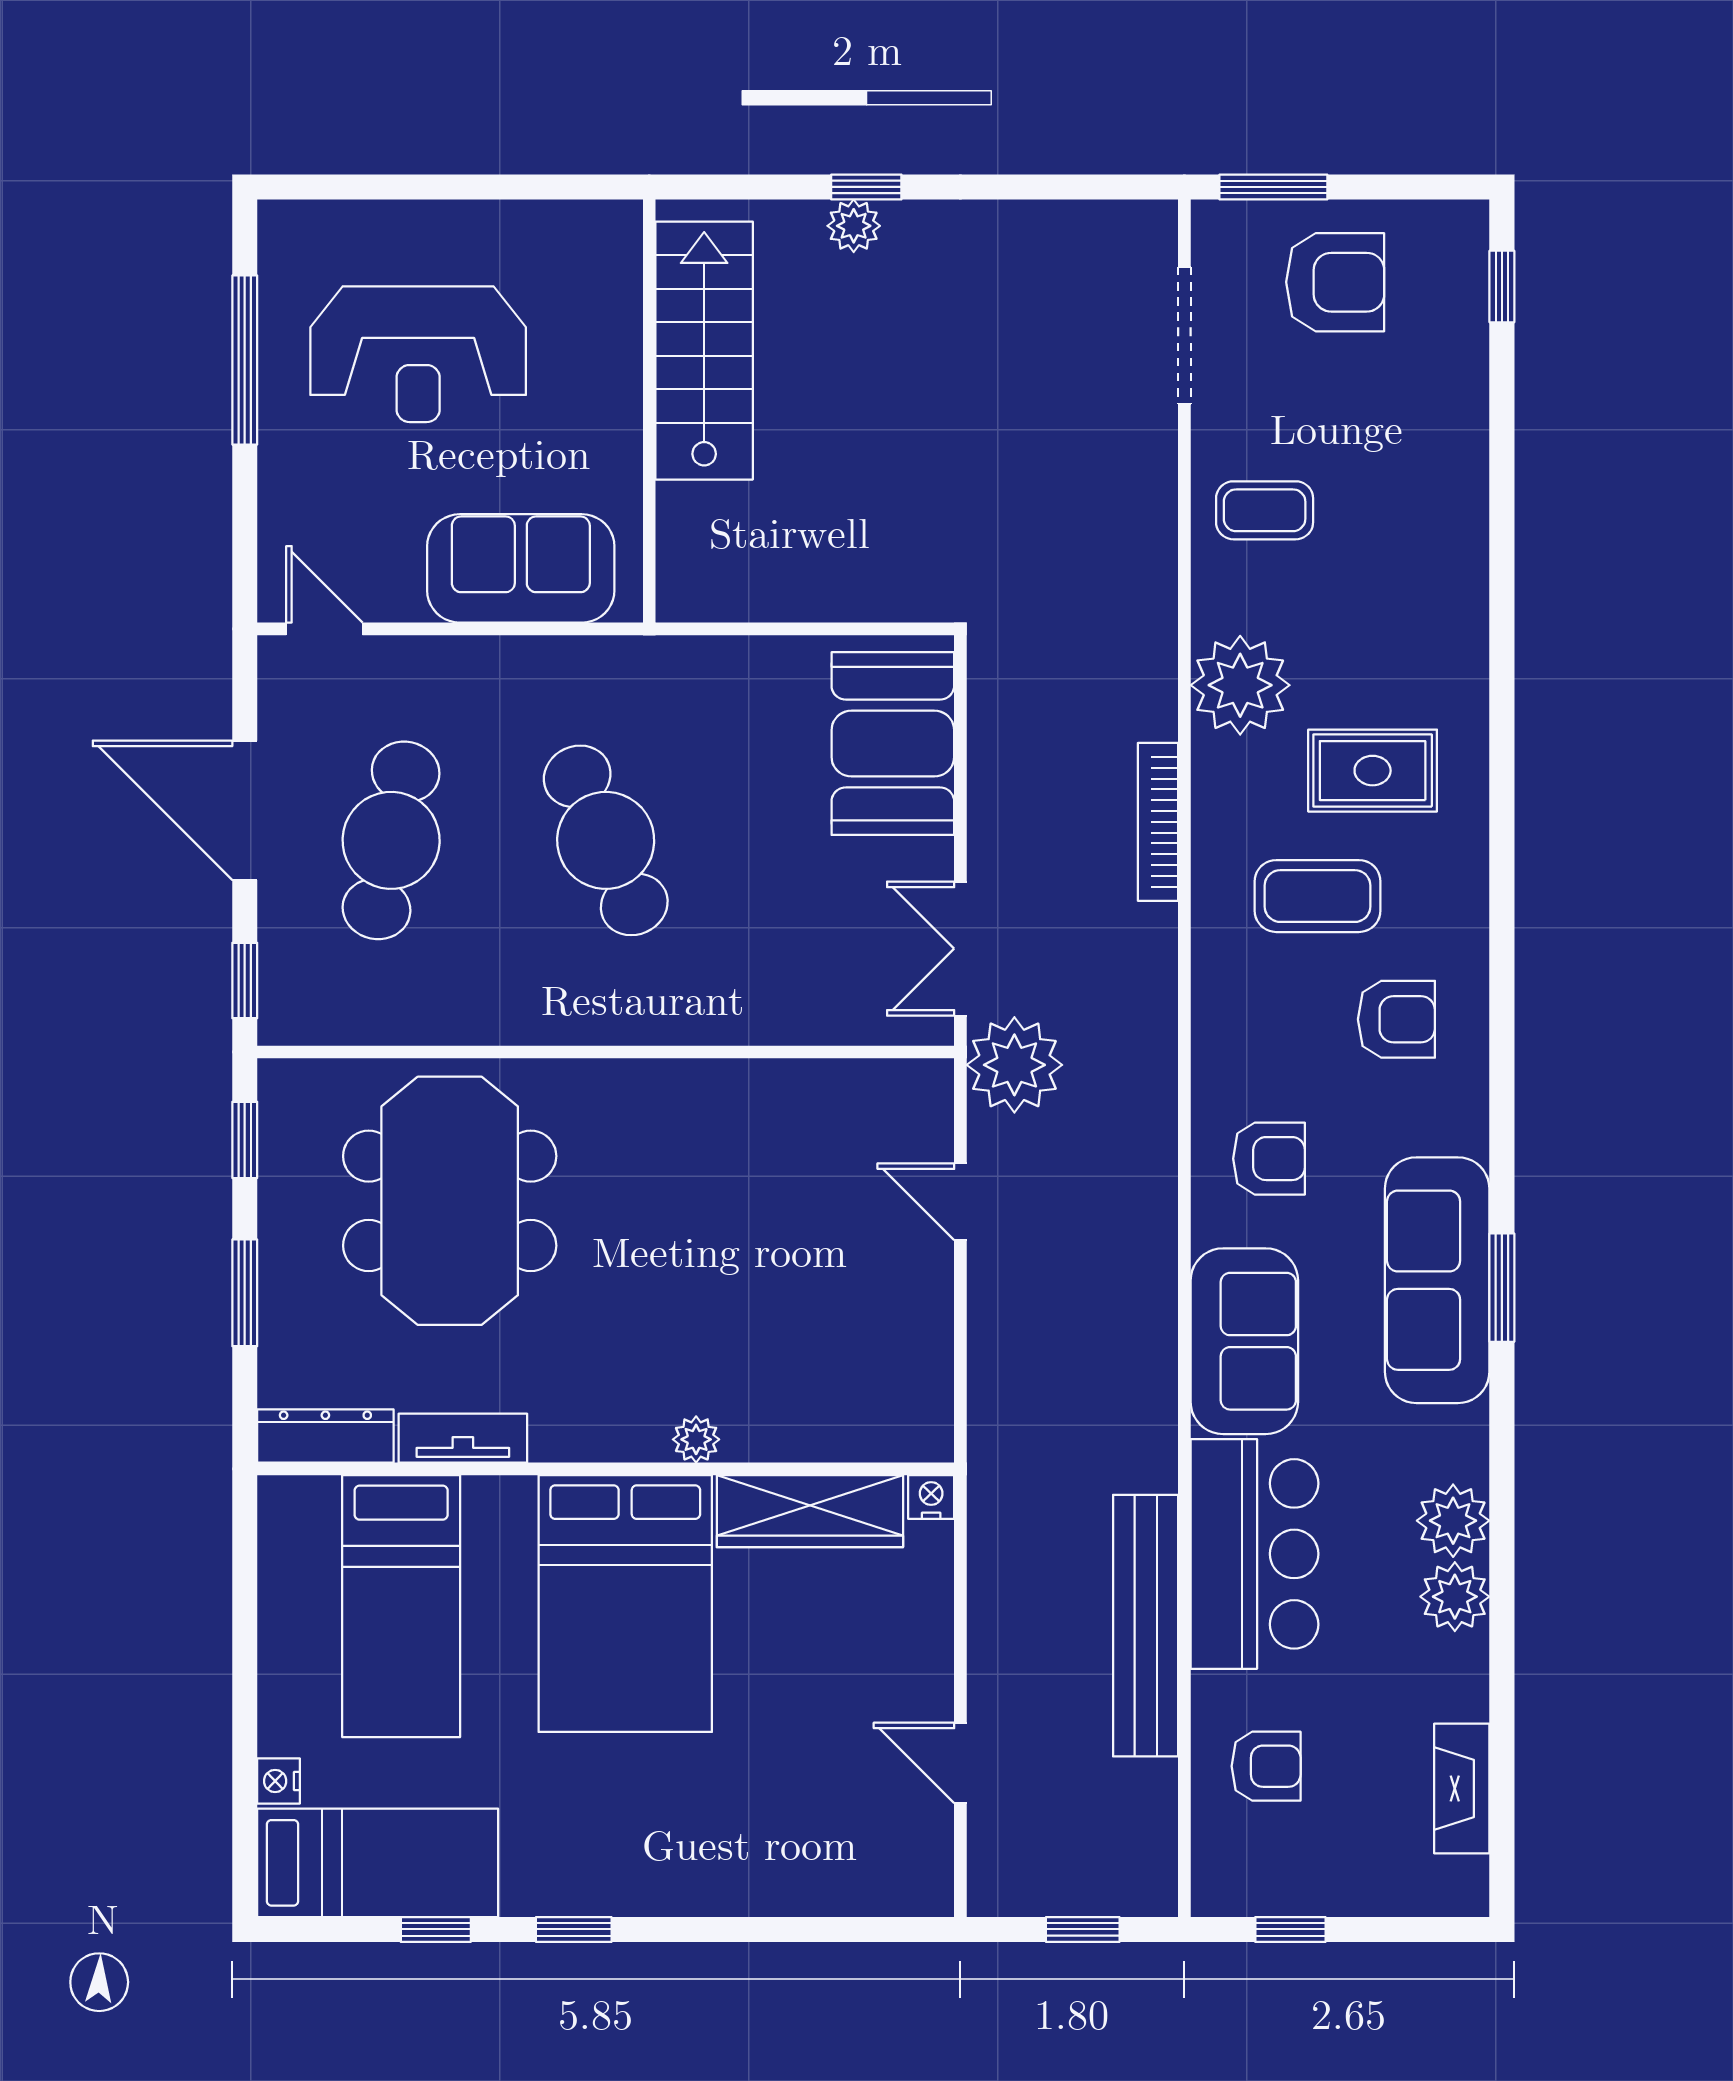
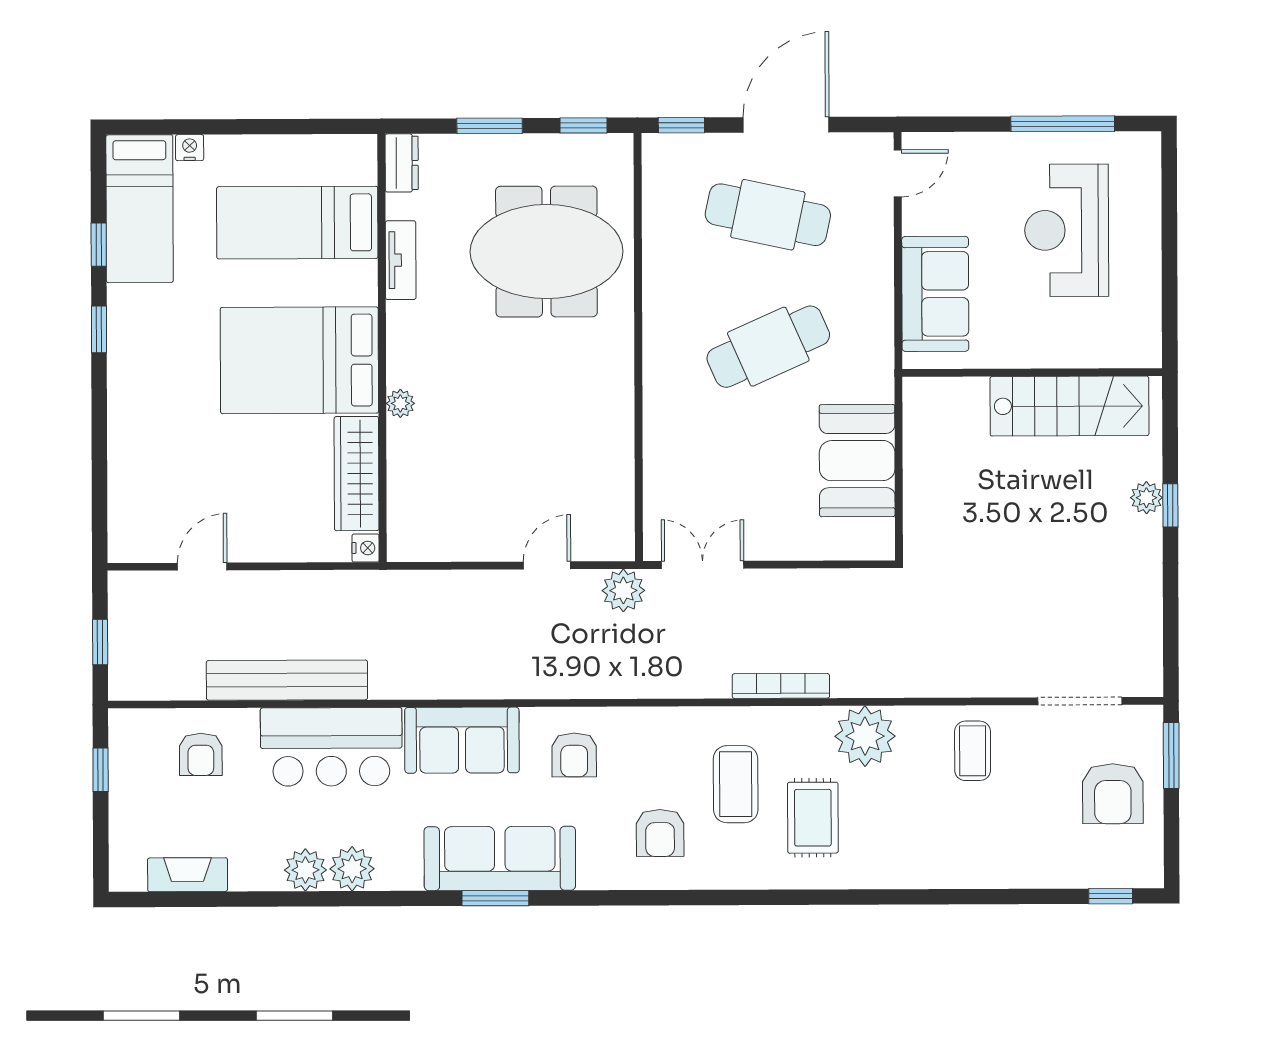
booth: (893, 744) -> (857, 461), moved, turned 90
plant: (1014, 1065) -> (623, 590), width x0.73, depth x0.73
dresser: (325, 1436) -> (402, 163), width x0.70

